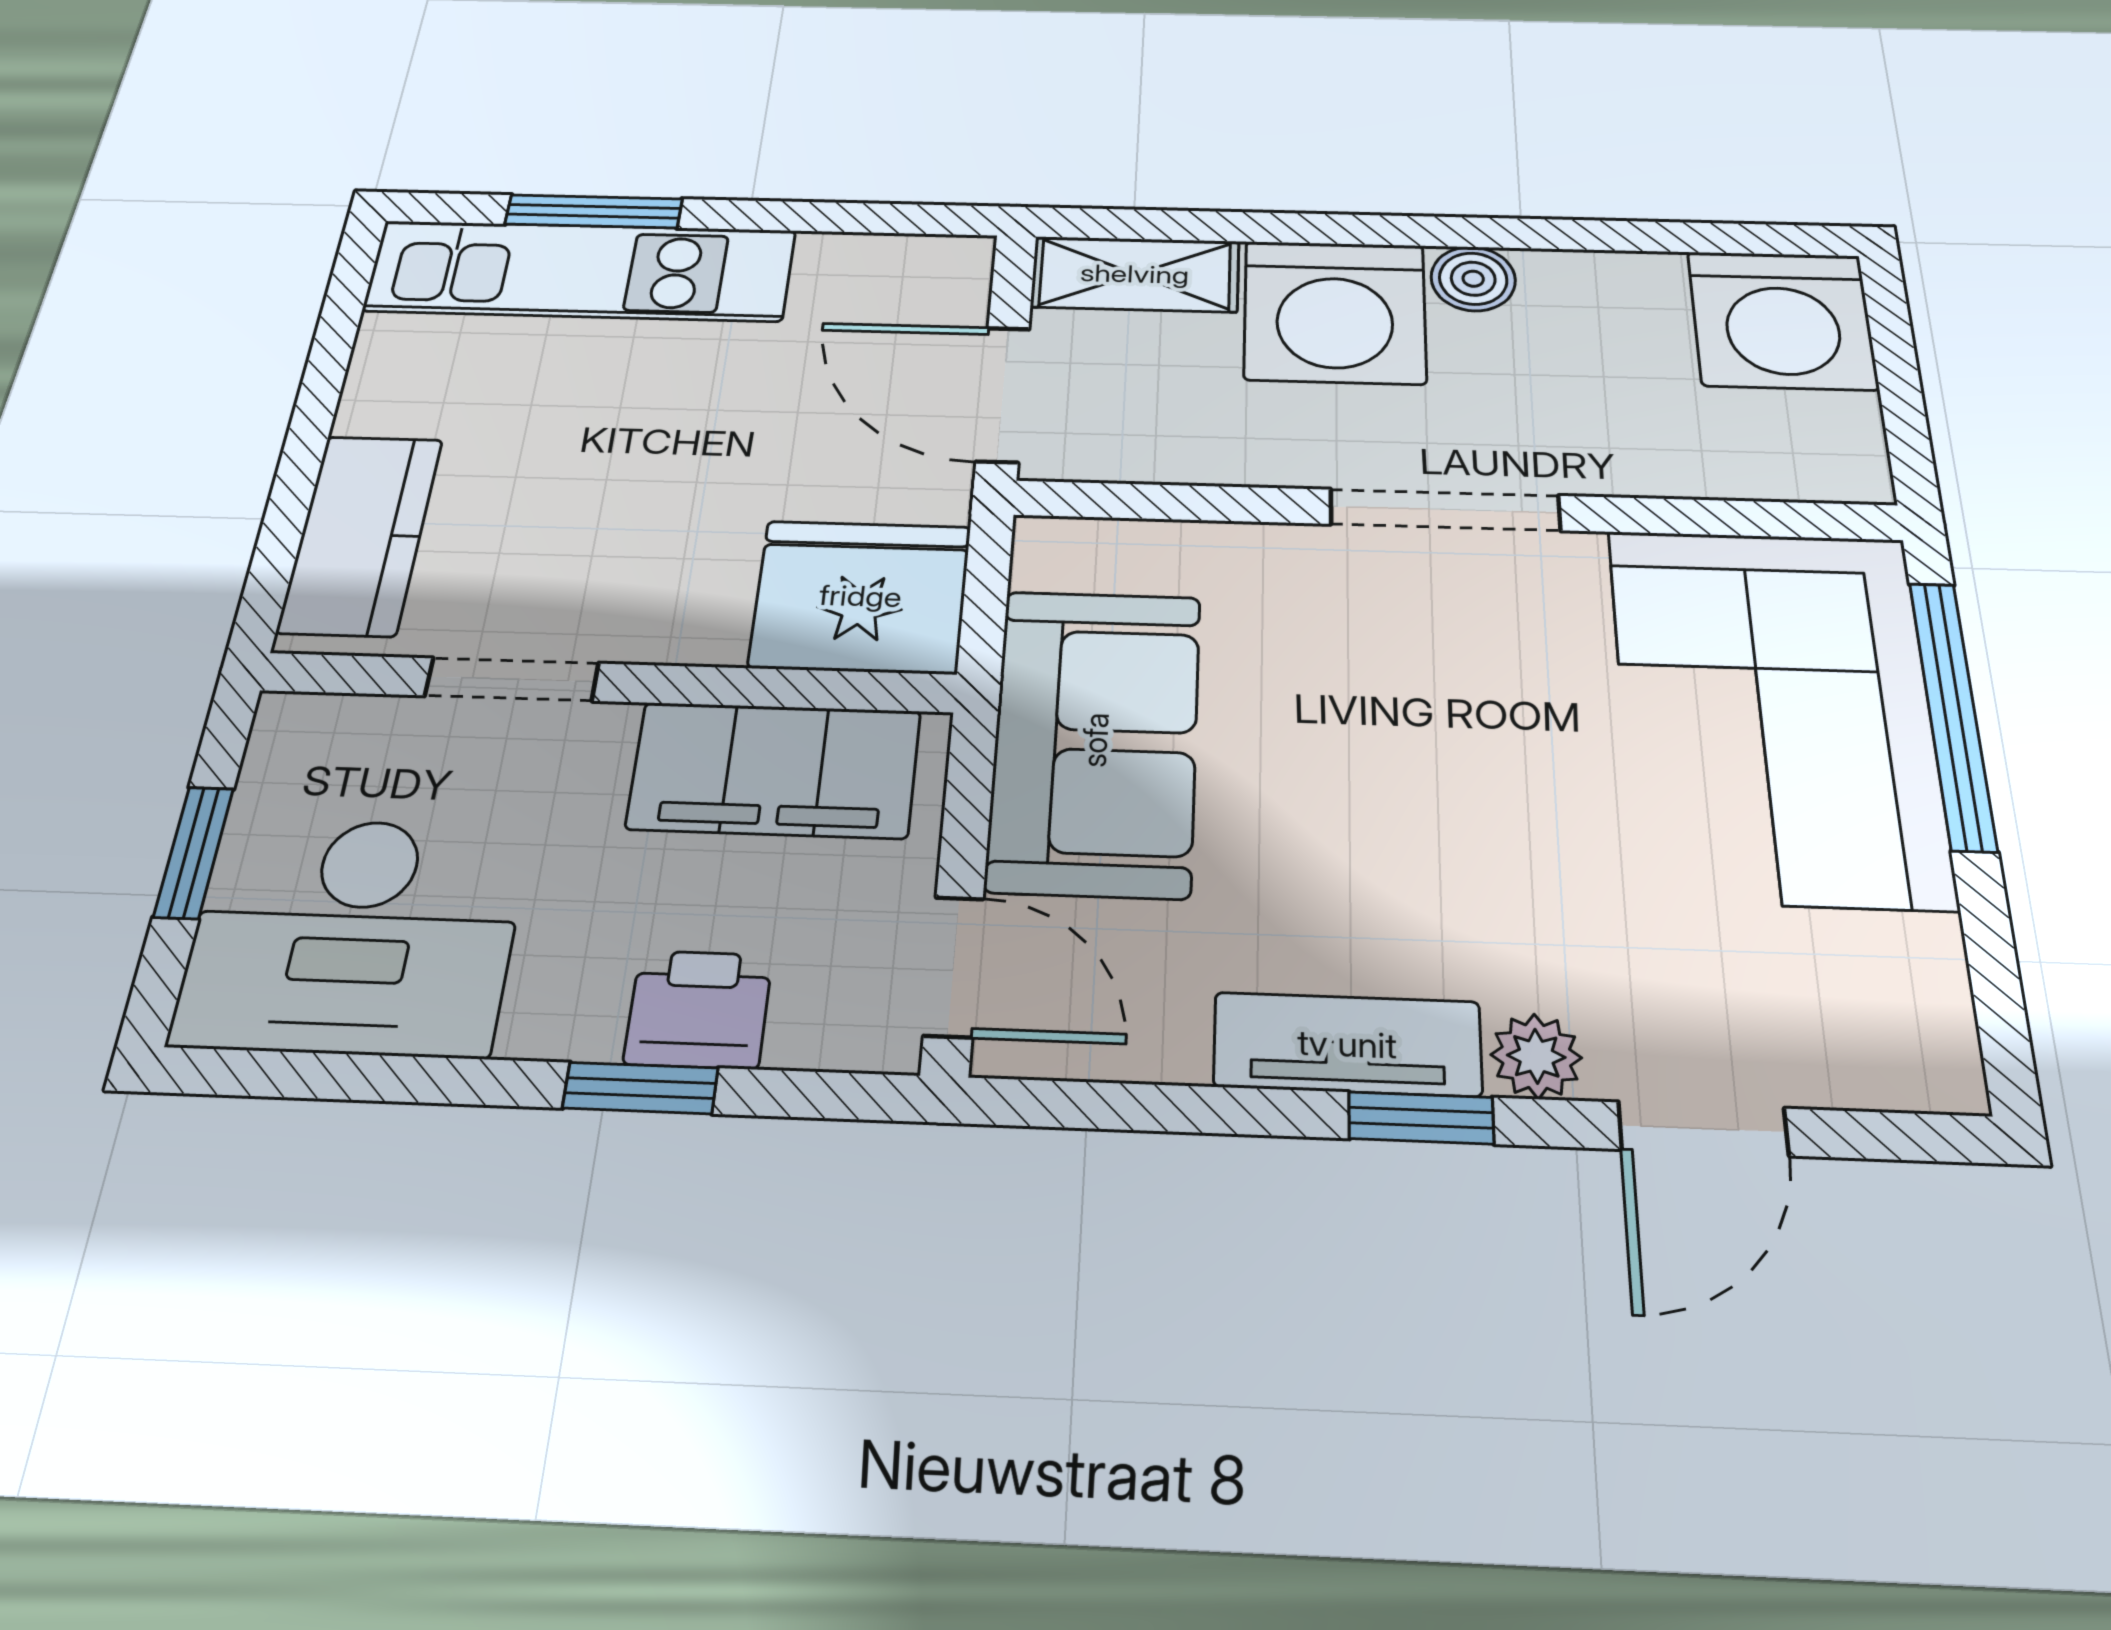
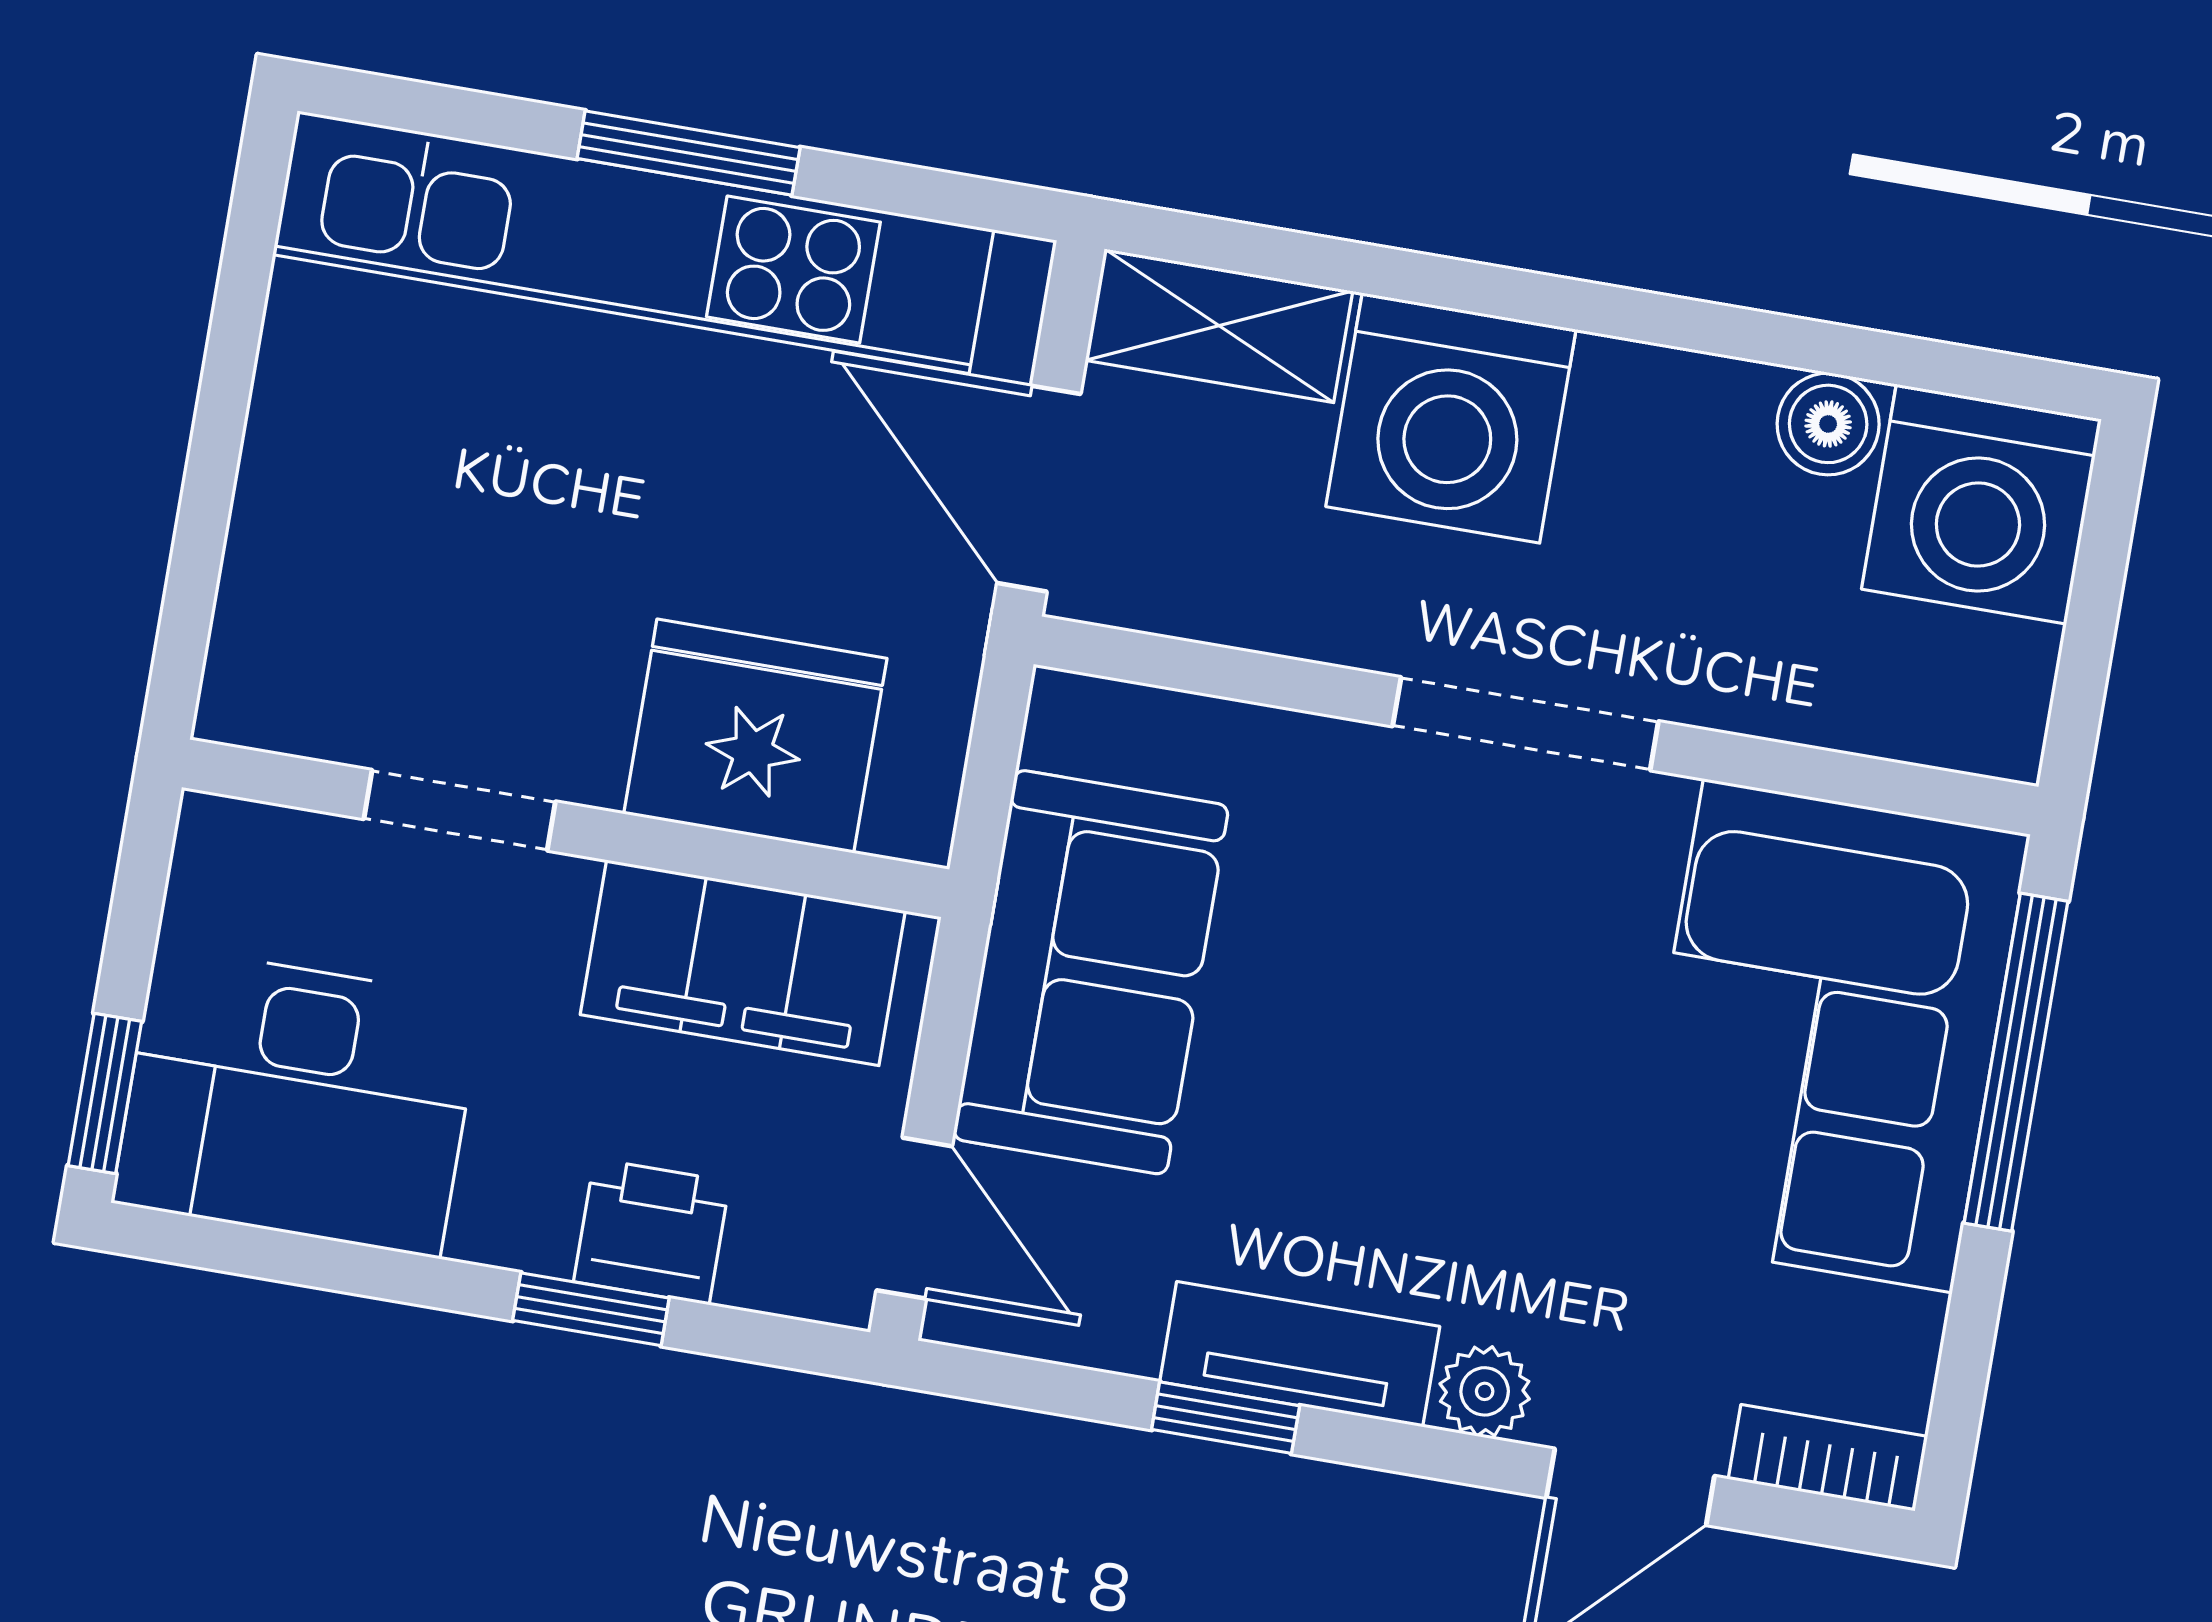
window: (594, 211) -> (689, 153), moved
kitchen unit: (581, 271) -> (633, 242), width x1.36
boiler: (1473, 279) -> (1828, 424), moved
kitchen counter: (361, 535) -> (285, 591), removed
fridge: (861, 596) -> (755, 736), moved
window: (194, 852) -> (105, 1094), moved
bookcase: (1890, 1077) -> (1828, 1458), added
window: (1421, 1118) -> (1226, 1418), moved

